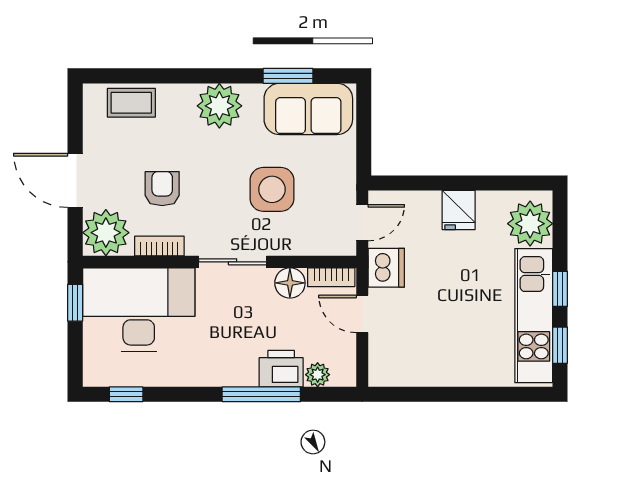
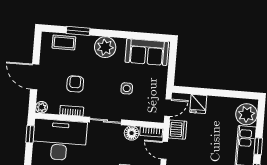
window: (288, 76) -> (78, 31), moved
side table: (272, 189) -> (127, 88), width x0.54, depth x0.54
fridge: (459, 210) -> (198, 104), moved
plant: (106, 233) -> (42, 107), width x0.53, depth x0.53

